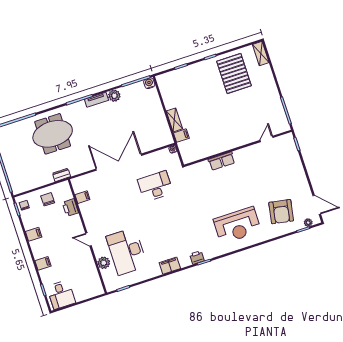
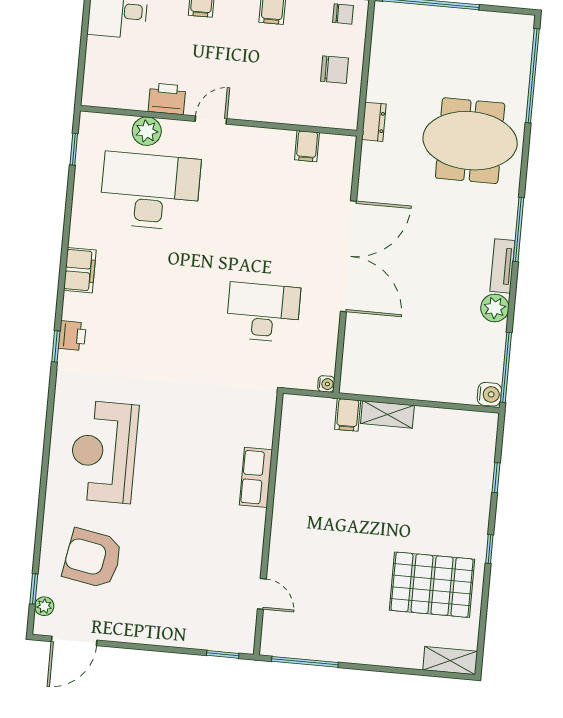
meeting table: (53, 134) -> (470, 141), turned 90
desk: (155, 186) -> (263, 312), turned -90
printer: (70, 208) -> (167, 99), moved

